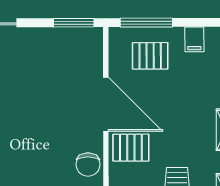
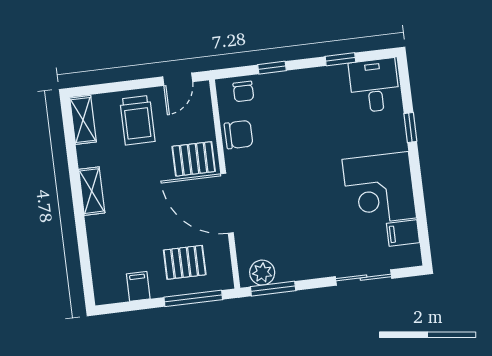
plant: (82, 38) -> (262, 273), added
chair: (88, 165) -> (239, 135), turned 90

